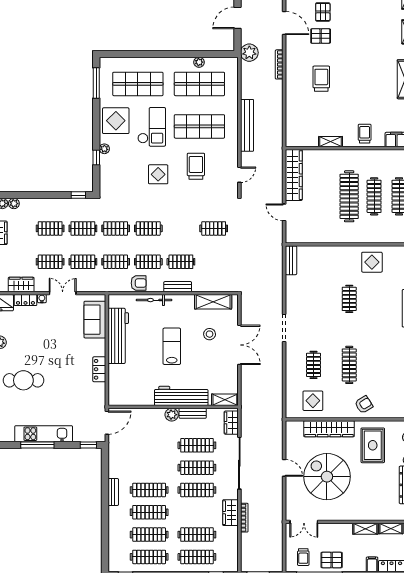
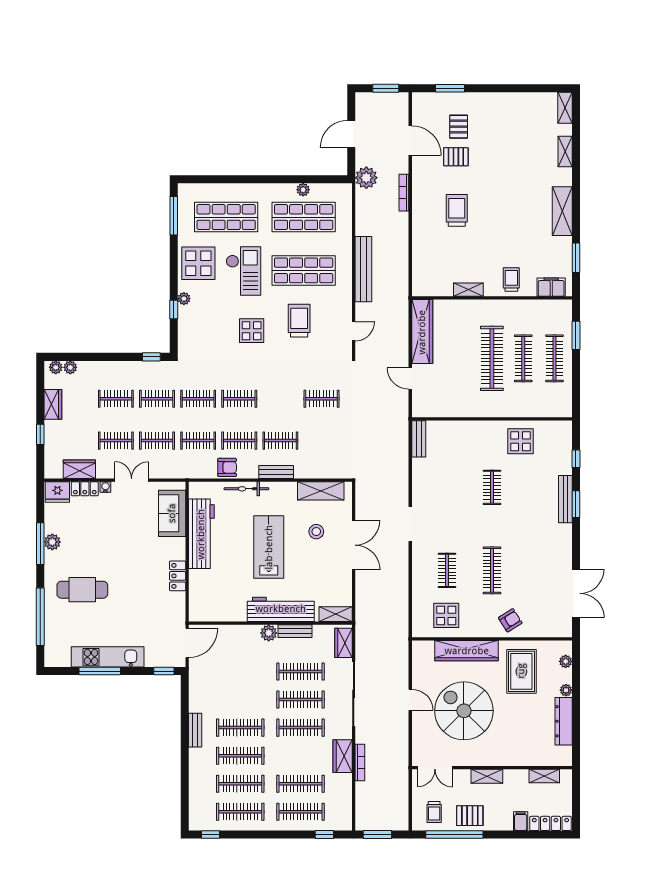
lab bench: (172, 346) -> (269, 547), width x1.36, depth x1.39
shelving: (365, 529) -> (487, 776), moved

